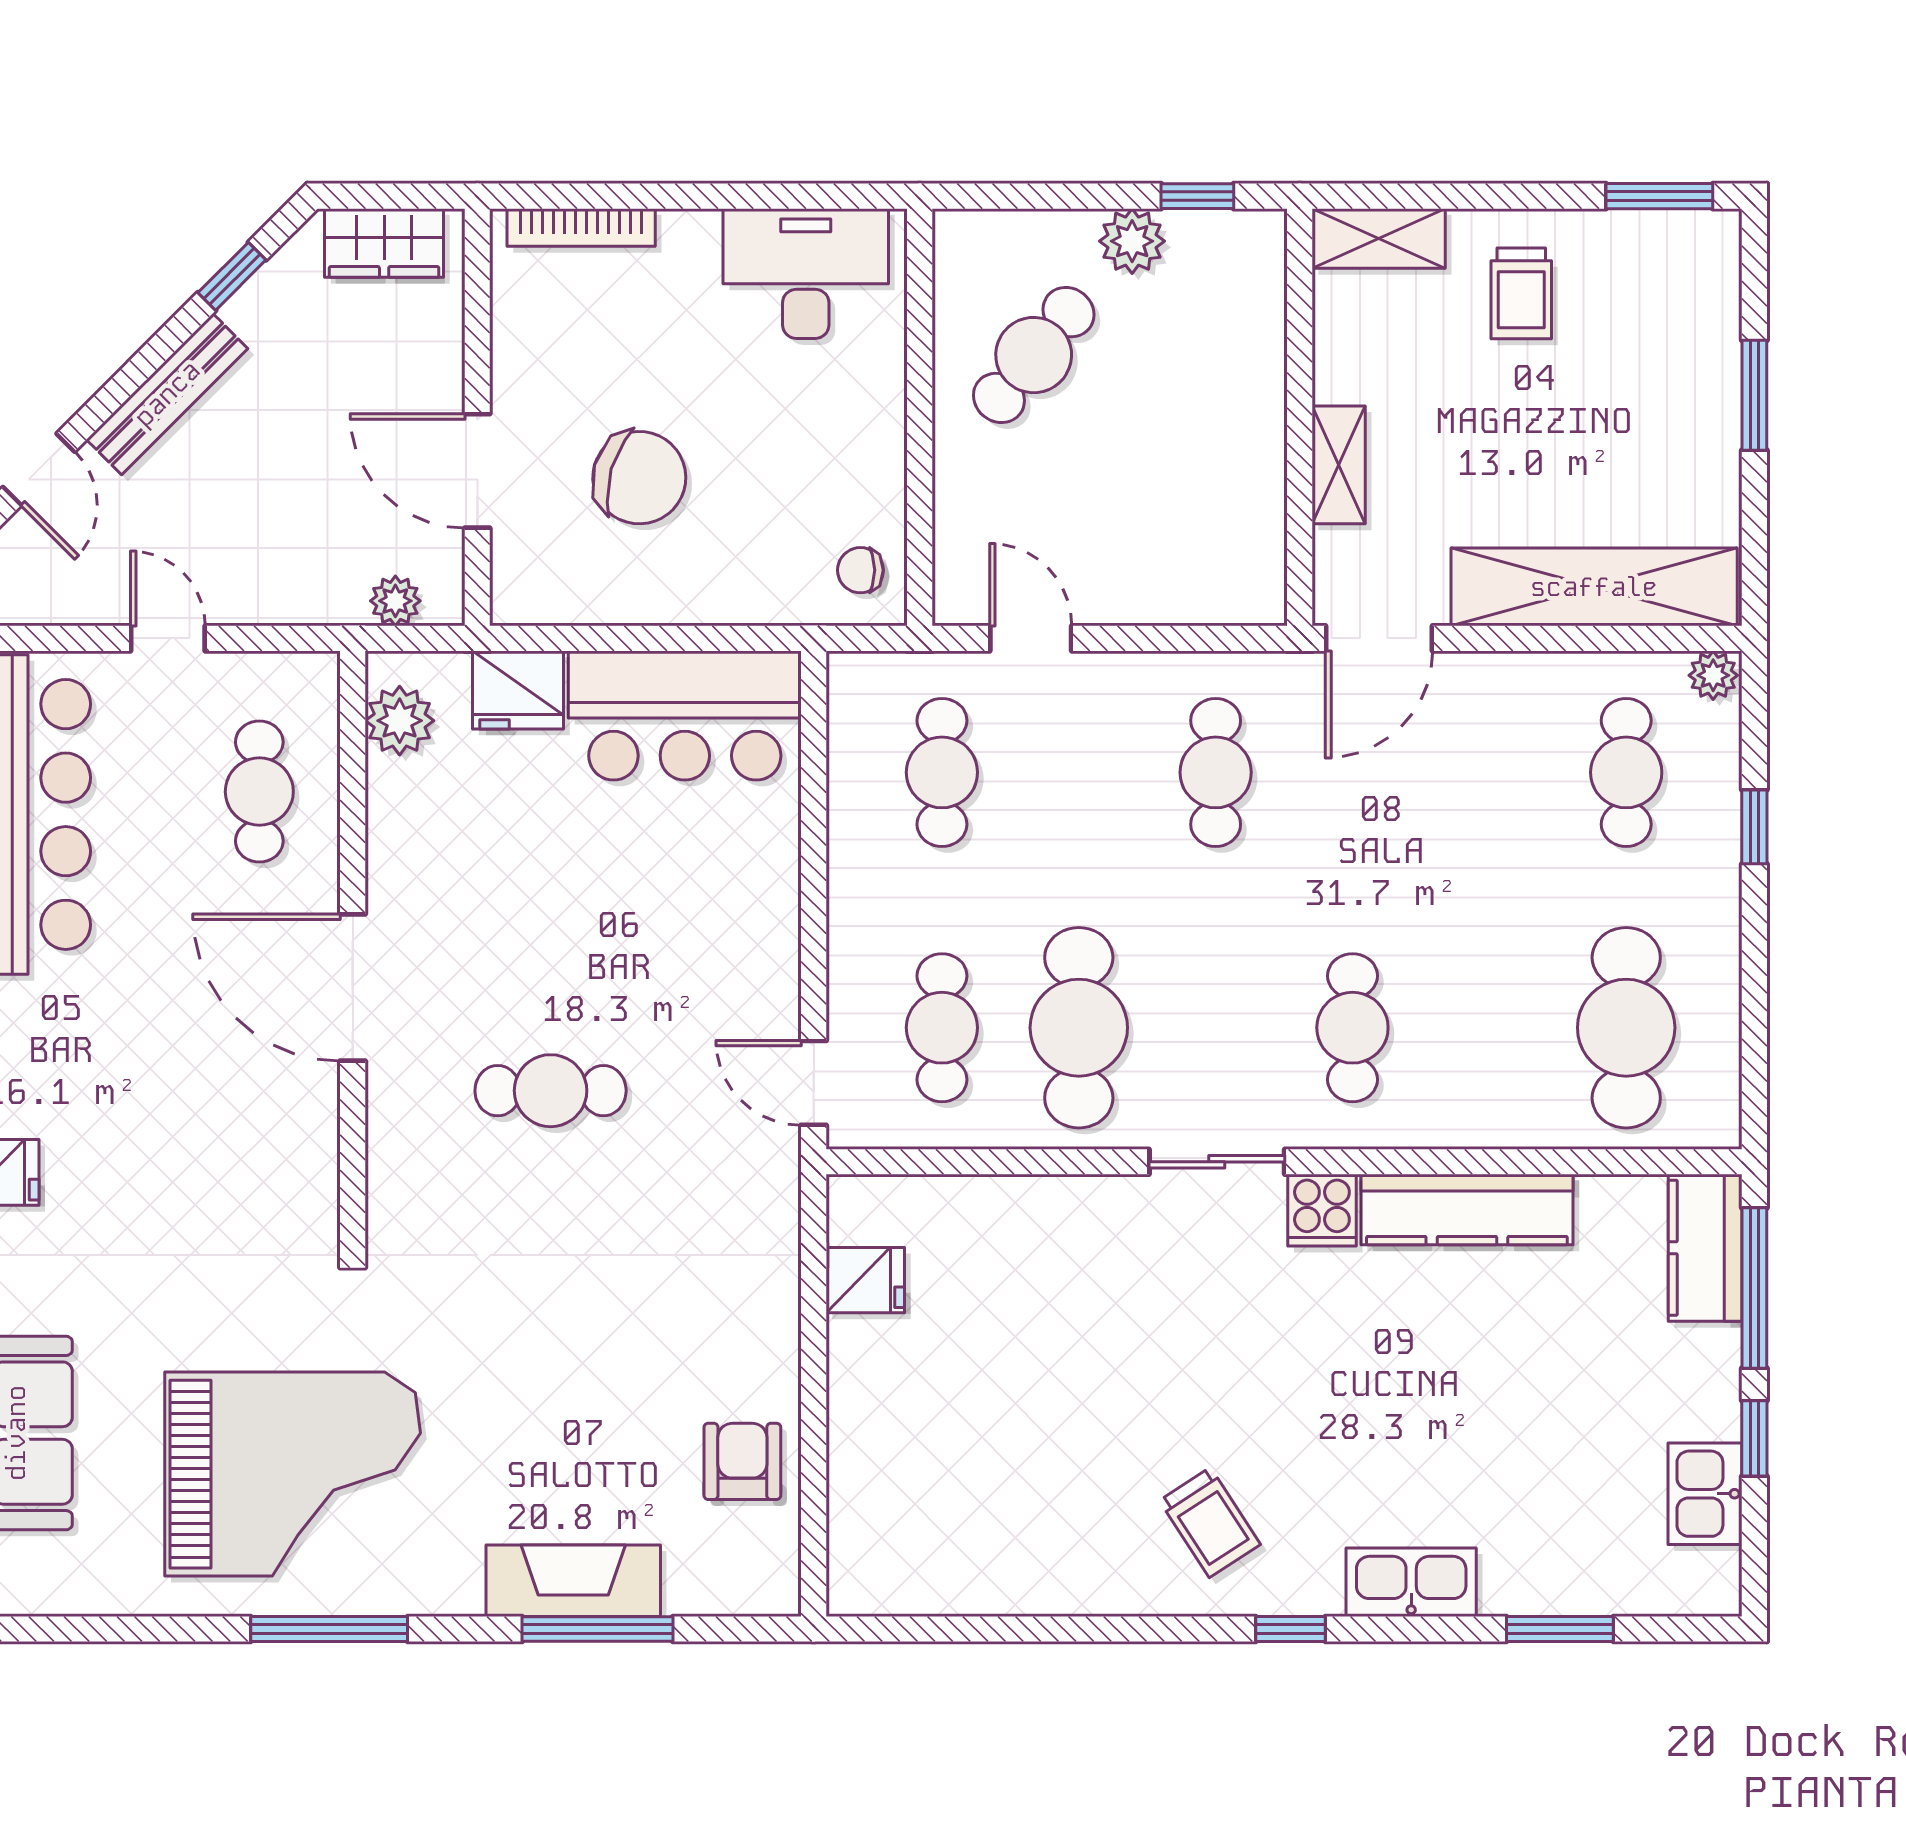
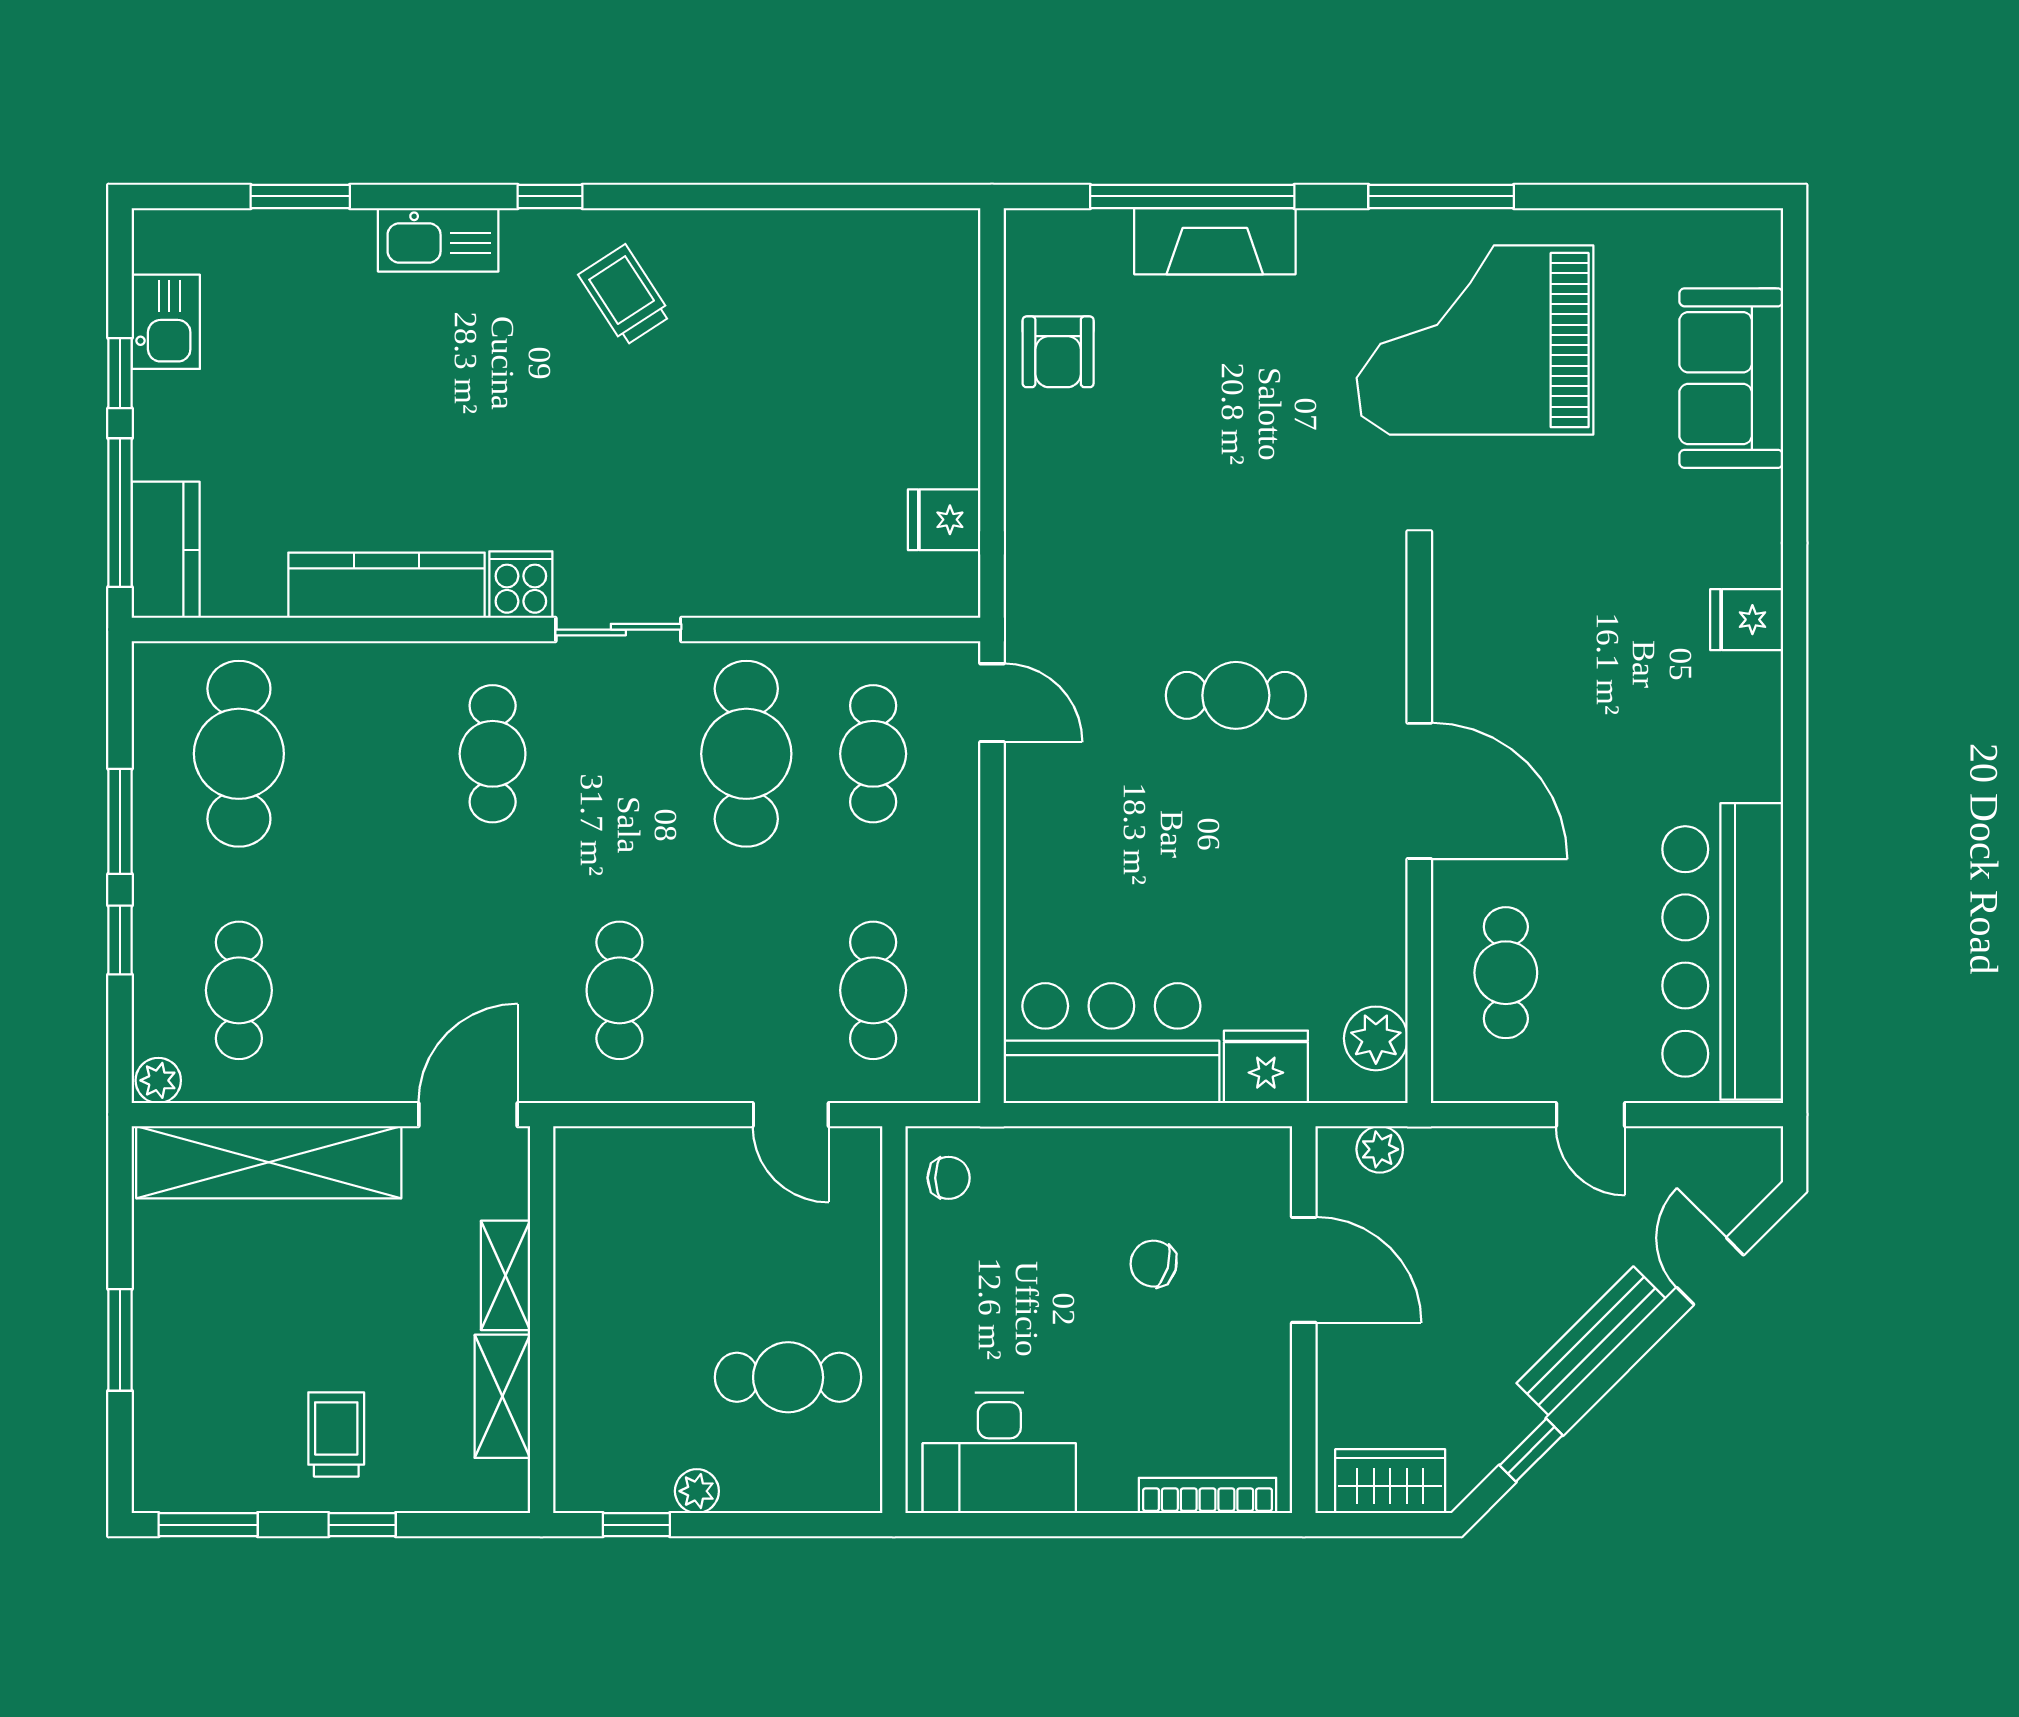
window: (1493, 196) -> (362, 1525), added
shelving: (1379, 238) -> (502, 1396), moved, turned 90
plant: (1132, 241) -> (697, 1491), width x0.73, depth x0.73
cafe table: (1034, 355) -> (788, 1377), turned 51
chair: (639, 478) -> (1154, 1264), width x0.54, depth x0.54
window: (1754, 955) -> (120, 821), added
window: (598, 1629) -> (1192, 196), width x1.46

